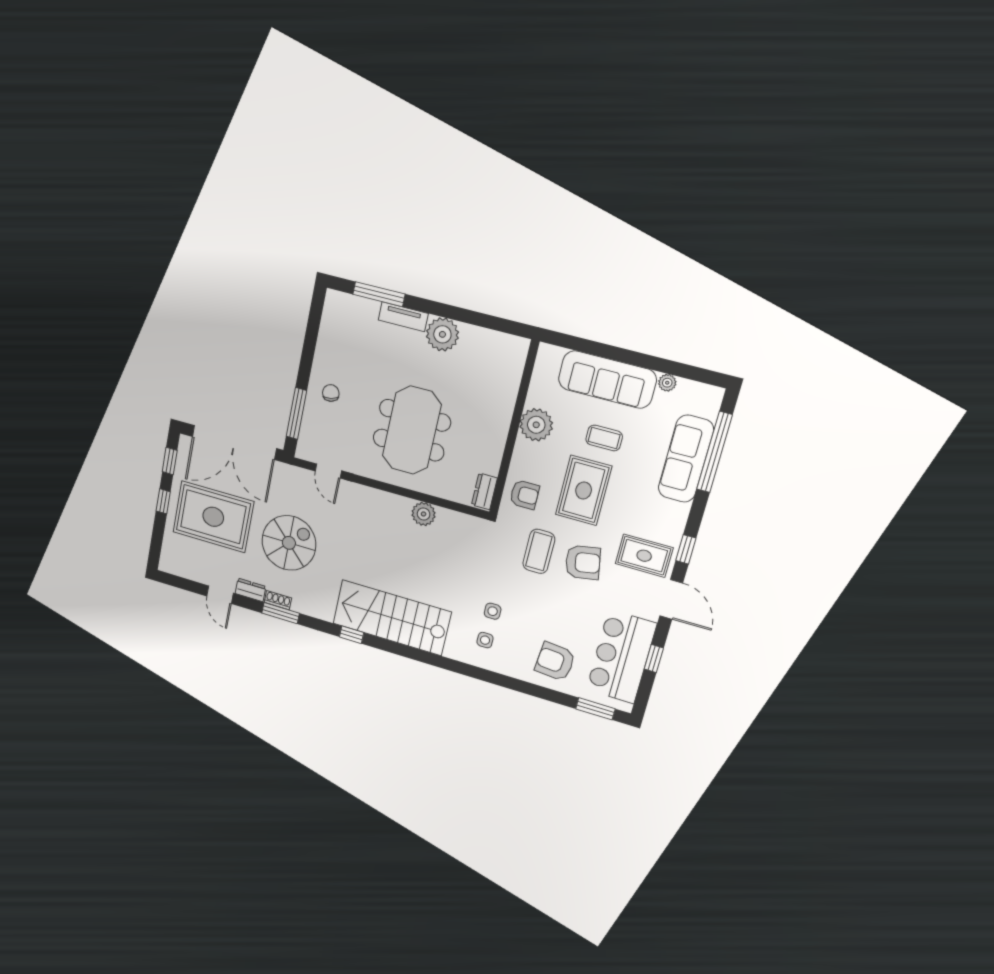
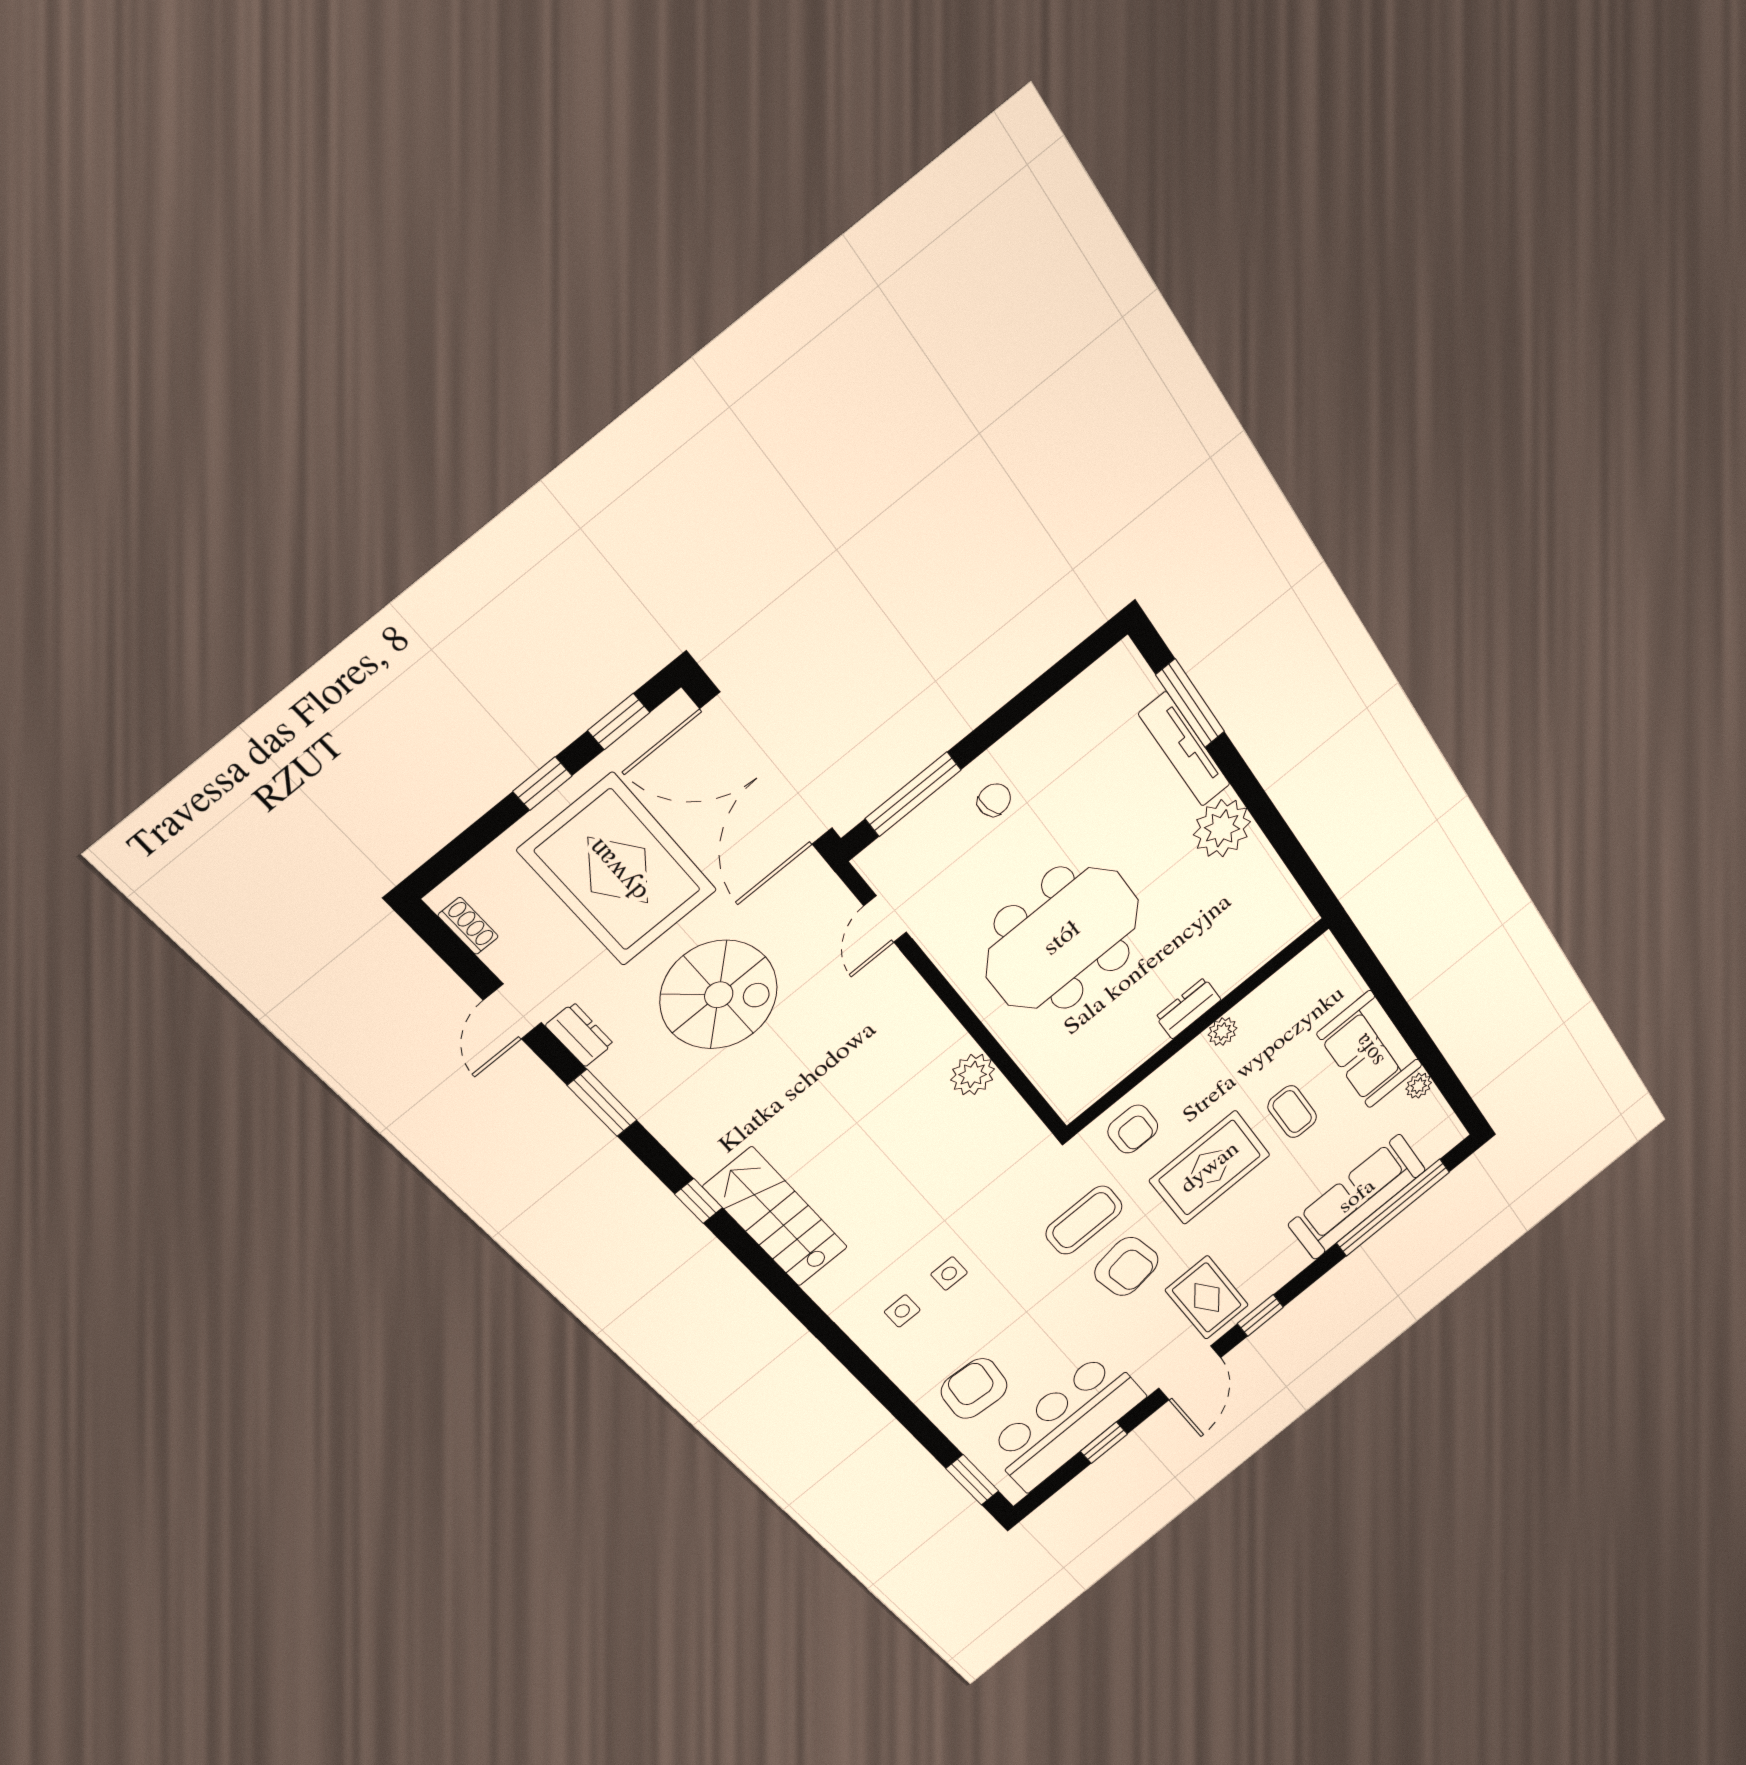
tv unit: (403, 317) -> (1184, 749), width x1.41
sofa: (607, 379) -> (1370, 1050), width x0.73
plant: (536, 425) -> (1222, 1032), width x0.53, depth x0.53
dresser: (484, 491) -> (1188, 1008), moved
shoe rack: (278, 600) -> (468, 926), moved
stairs: (392, 618) -> (776, 1217), width x0.73, depth x0.66

